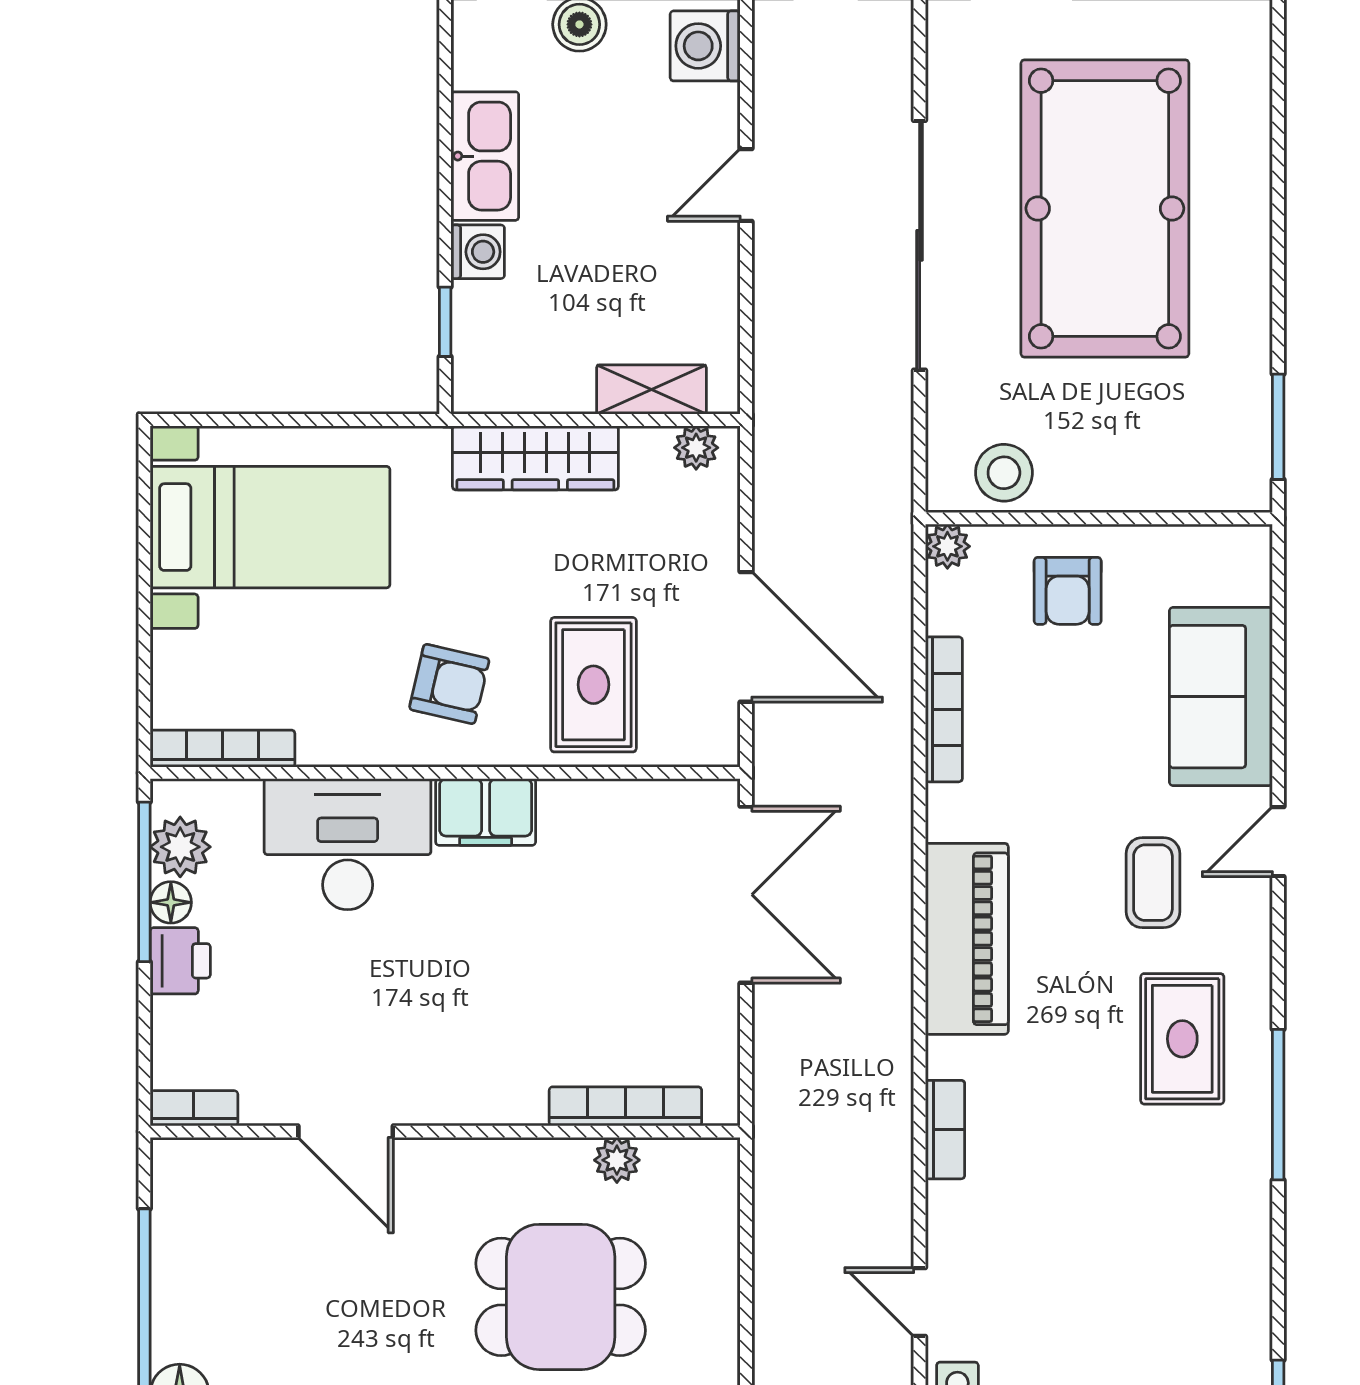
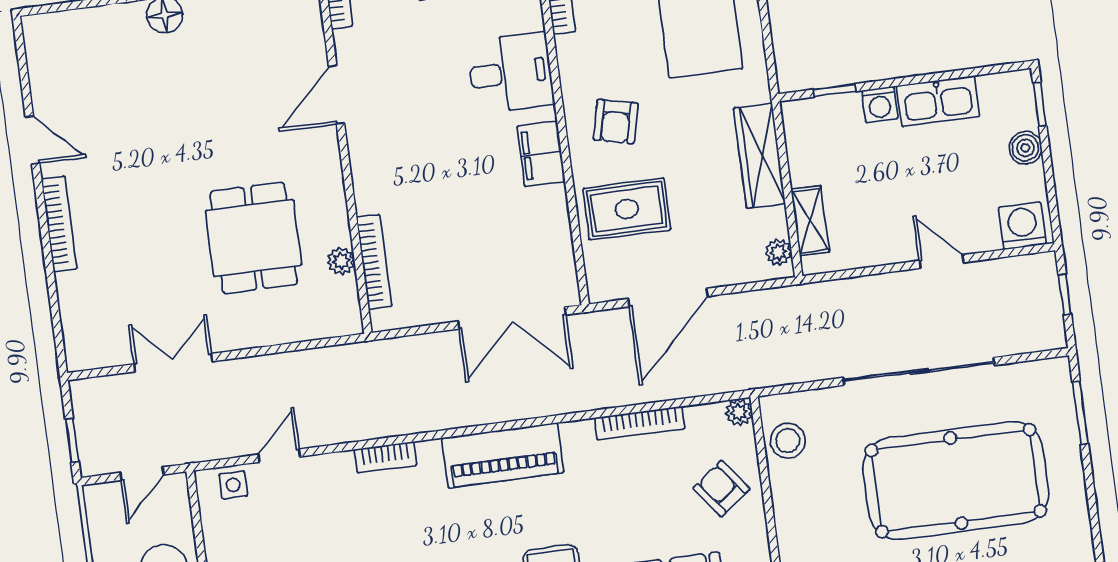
armchair: (1068, 591) -> (721, 489), turned 53
desk: (348, 844) -> (511, 73), width x0.73

